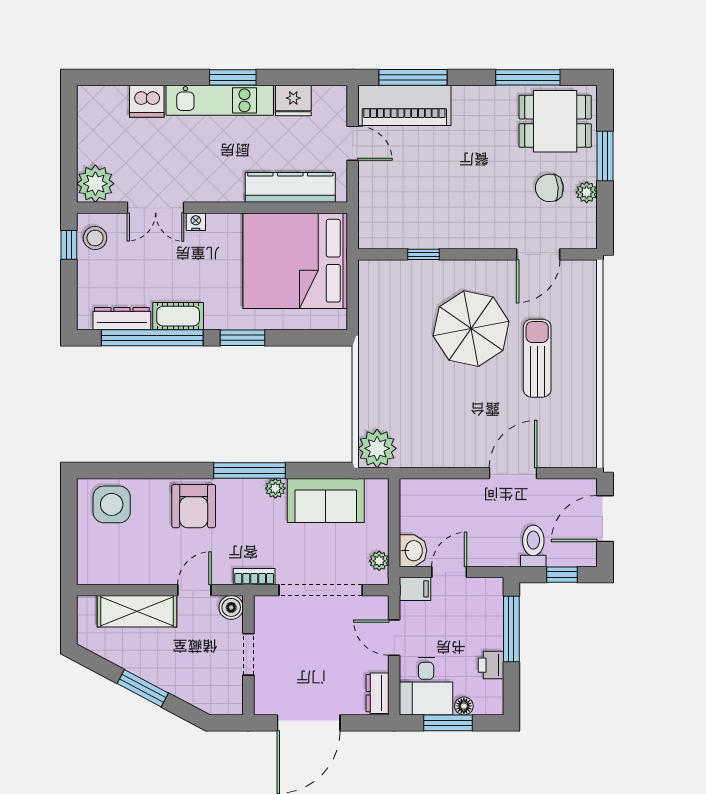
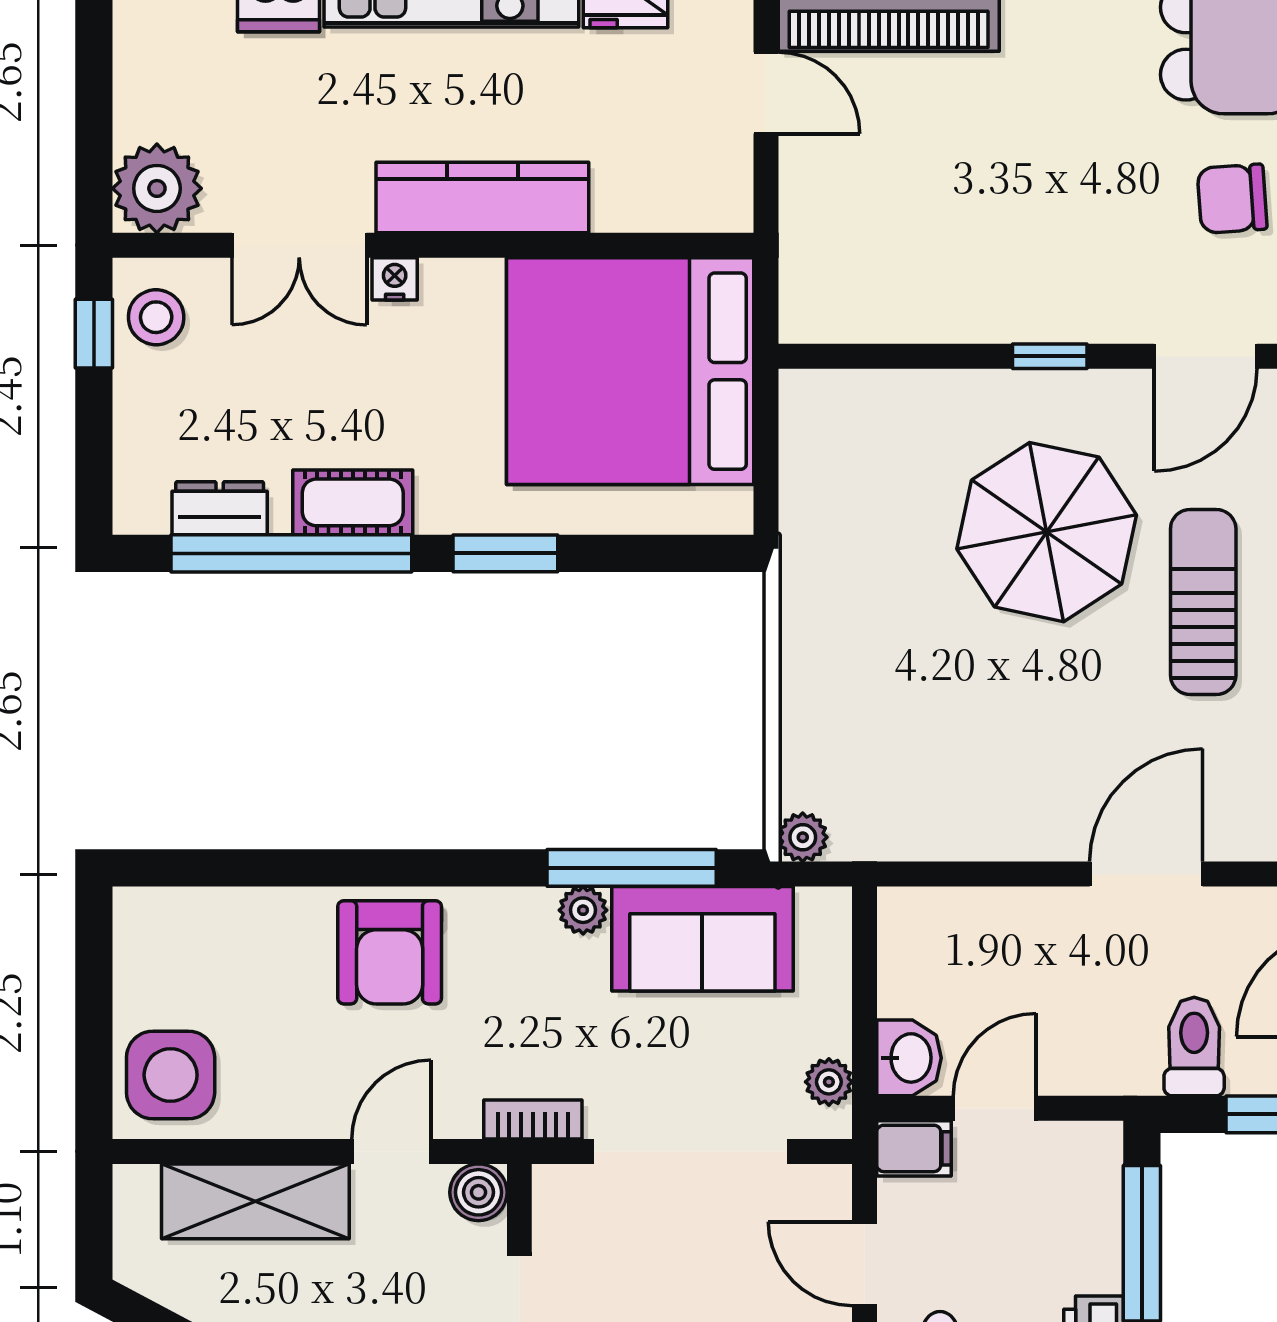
kitchen counter: (290, 187) -> (482, 197), moved
window: (424, 254) -> (1050, 356), moved
dresser: (122, 319) -> (220, 508), width x0.70
plant: (377, 448) -> (803, 837), width x0.53, depth x0.53
window: (249, 470) -> (632, 868), moved
side table: (112, 504) -> (171, 1075), moved

